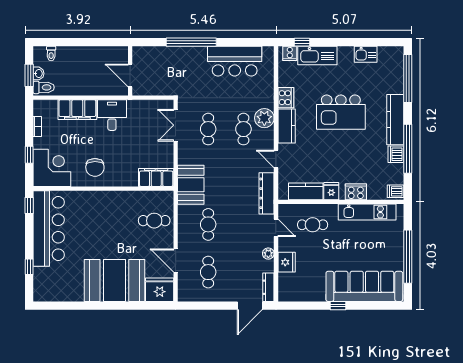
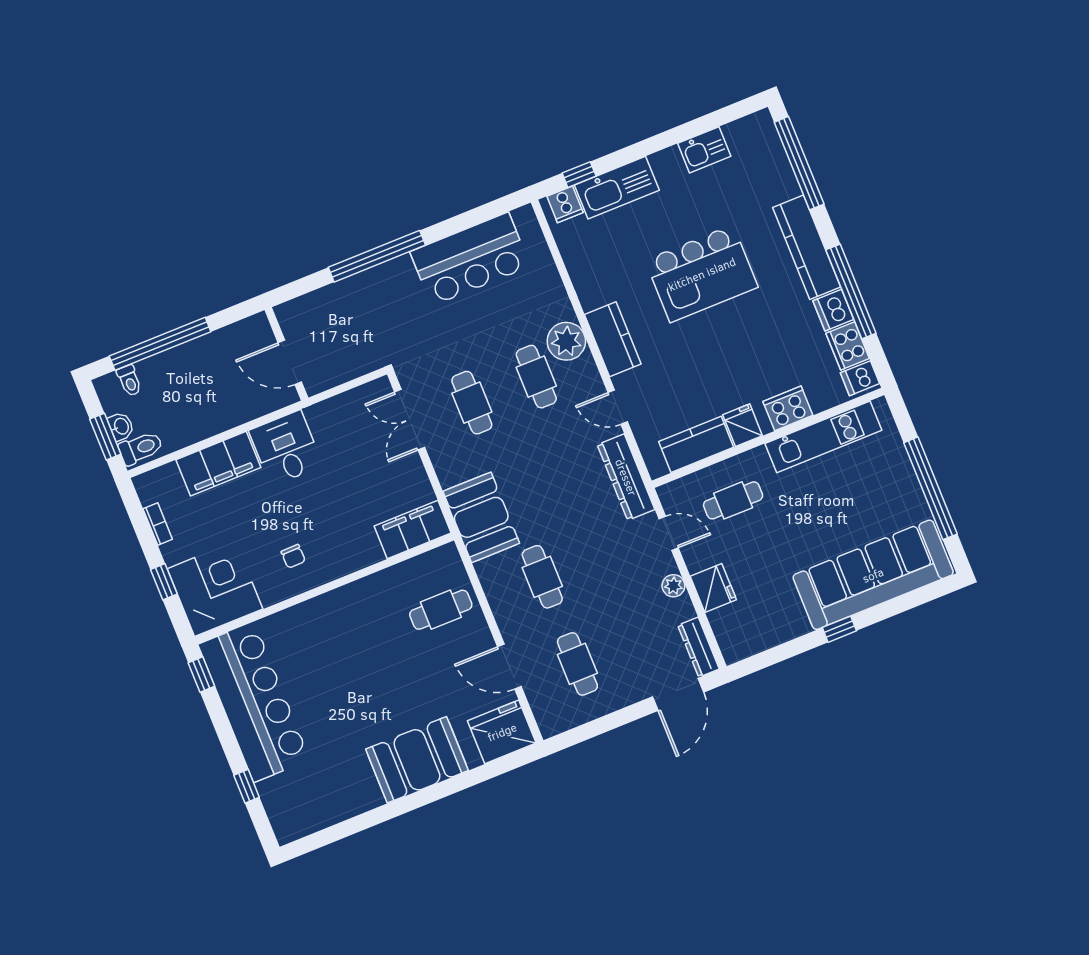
window: (73, 42) -> (160, 344), added
cooker: (286, 98) -> (848, 346), moved, turned 180
chair: (95, 167) -> (293, 556), width x0.54, depth x0.54
booth: (114, 280) -> (417, 760), width x0.73, depth x0.70

